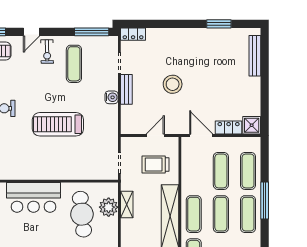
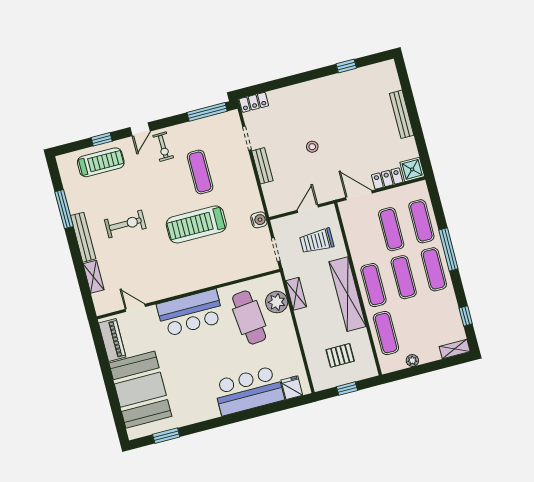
window: (219, 24) -> (346, 66), width x0.67
bench: (255, 56) -> (402, 114), moved
exercise mat: (74, 64) -> (200, 172), moved
stool: (173, 84) -> (312, 147), width x0.53, depth x0.53
water cooler: (112, 97) -> (259, 220), moved

